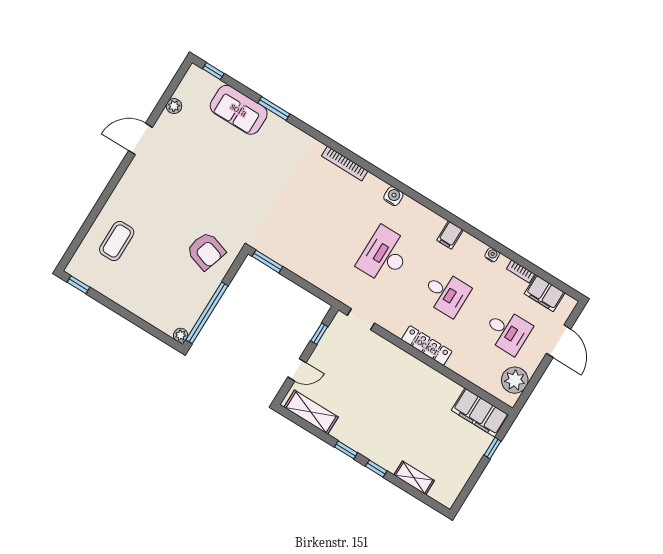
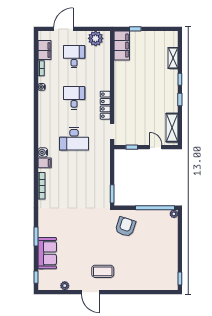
filing cabinet: (450, 235) -> (45, 163), moved
coffee table: (117, 241) -> (103, 271), moved
locker: (427, 346) -> (105, 105), moved

